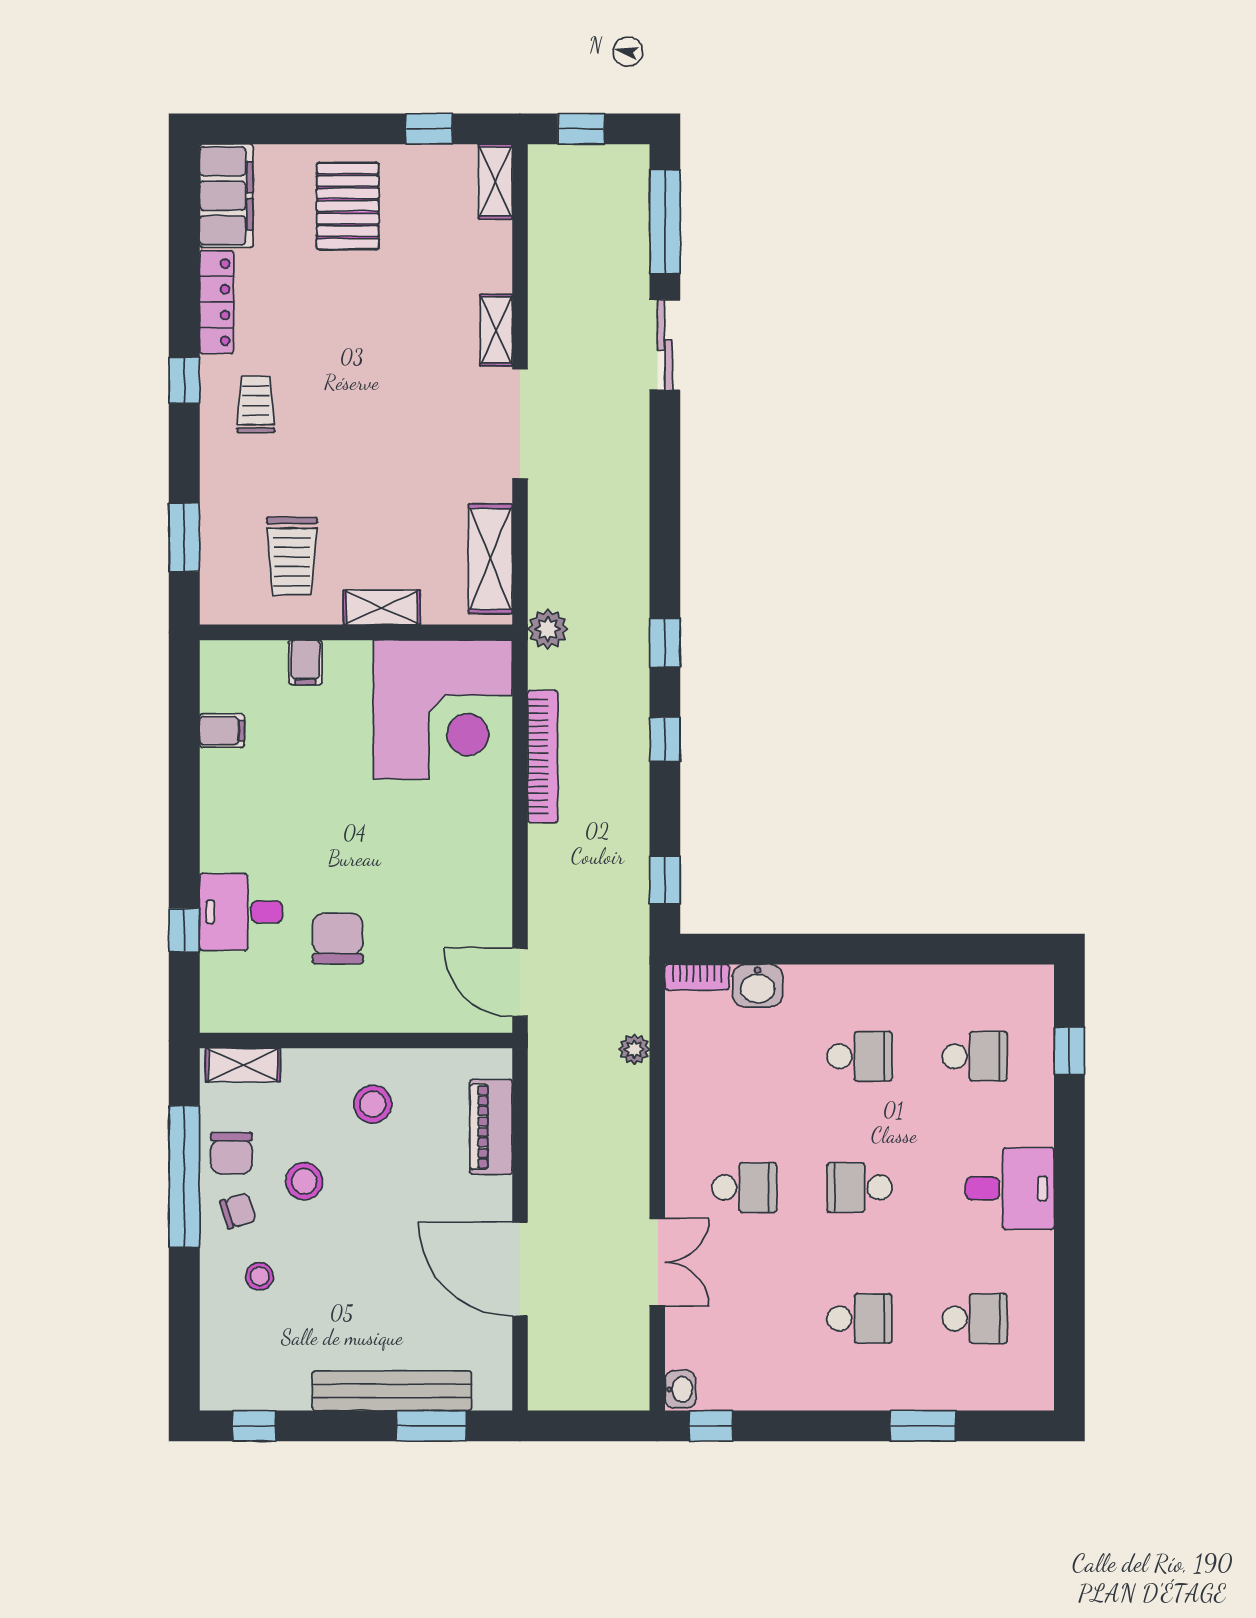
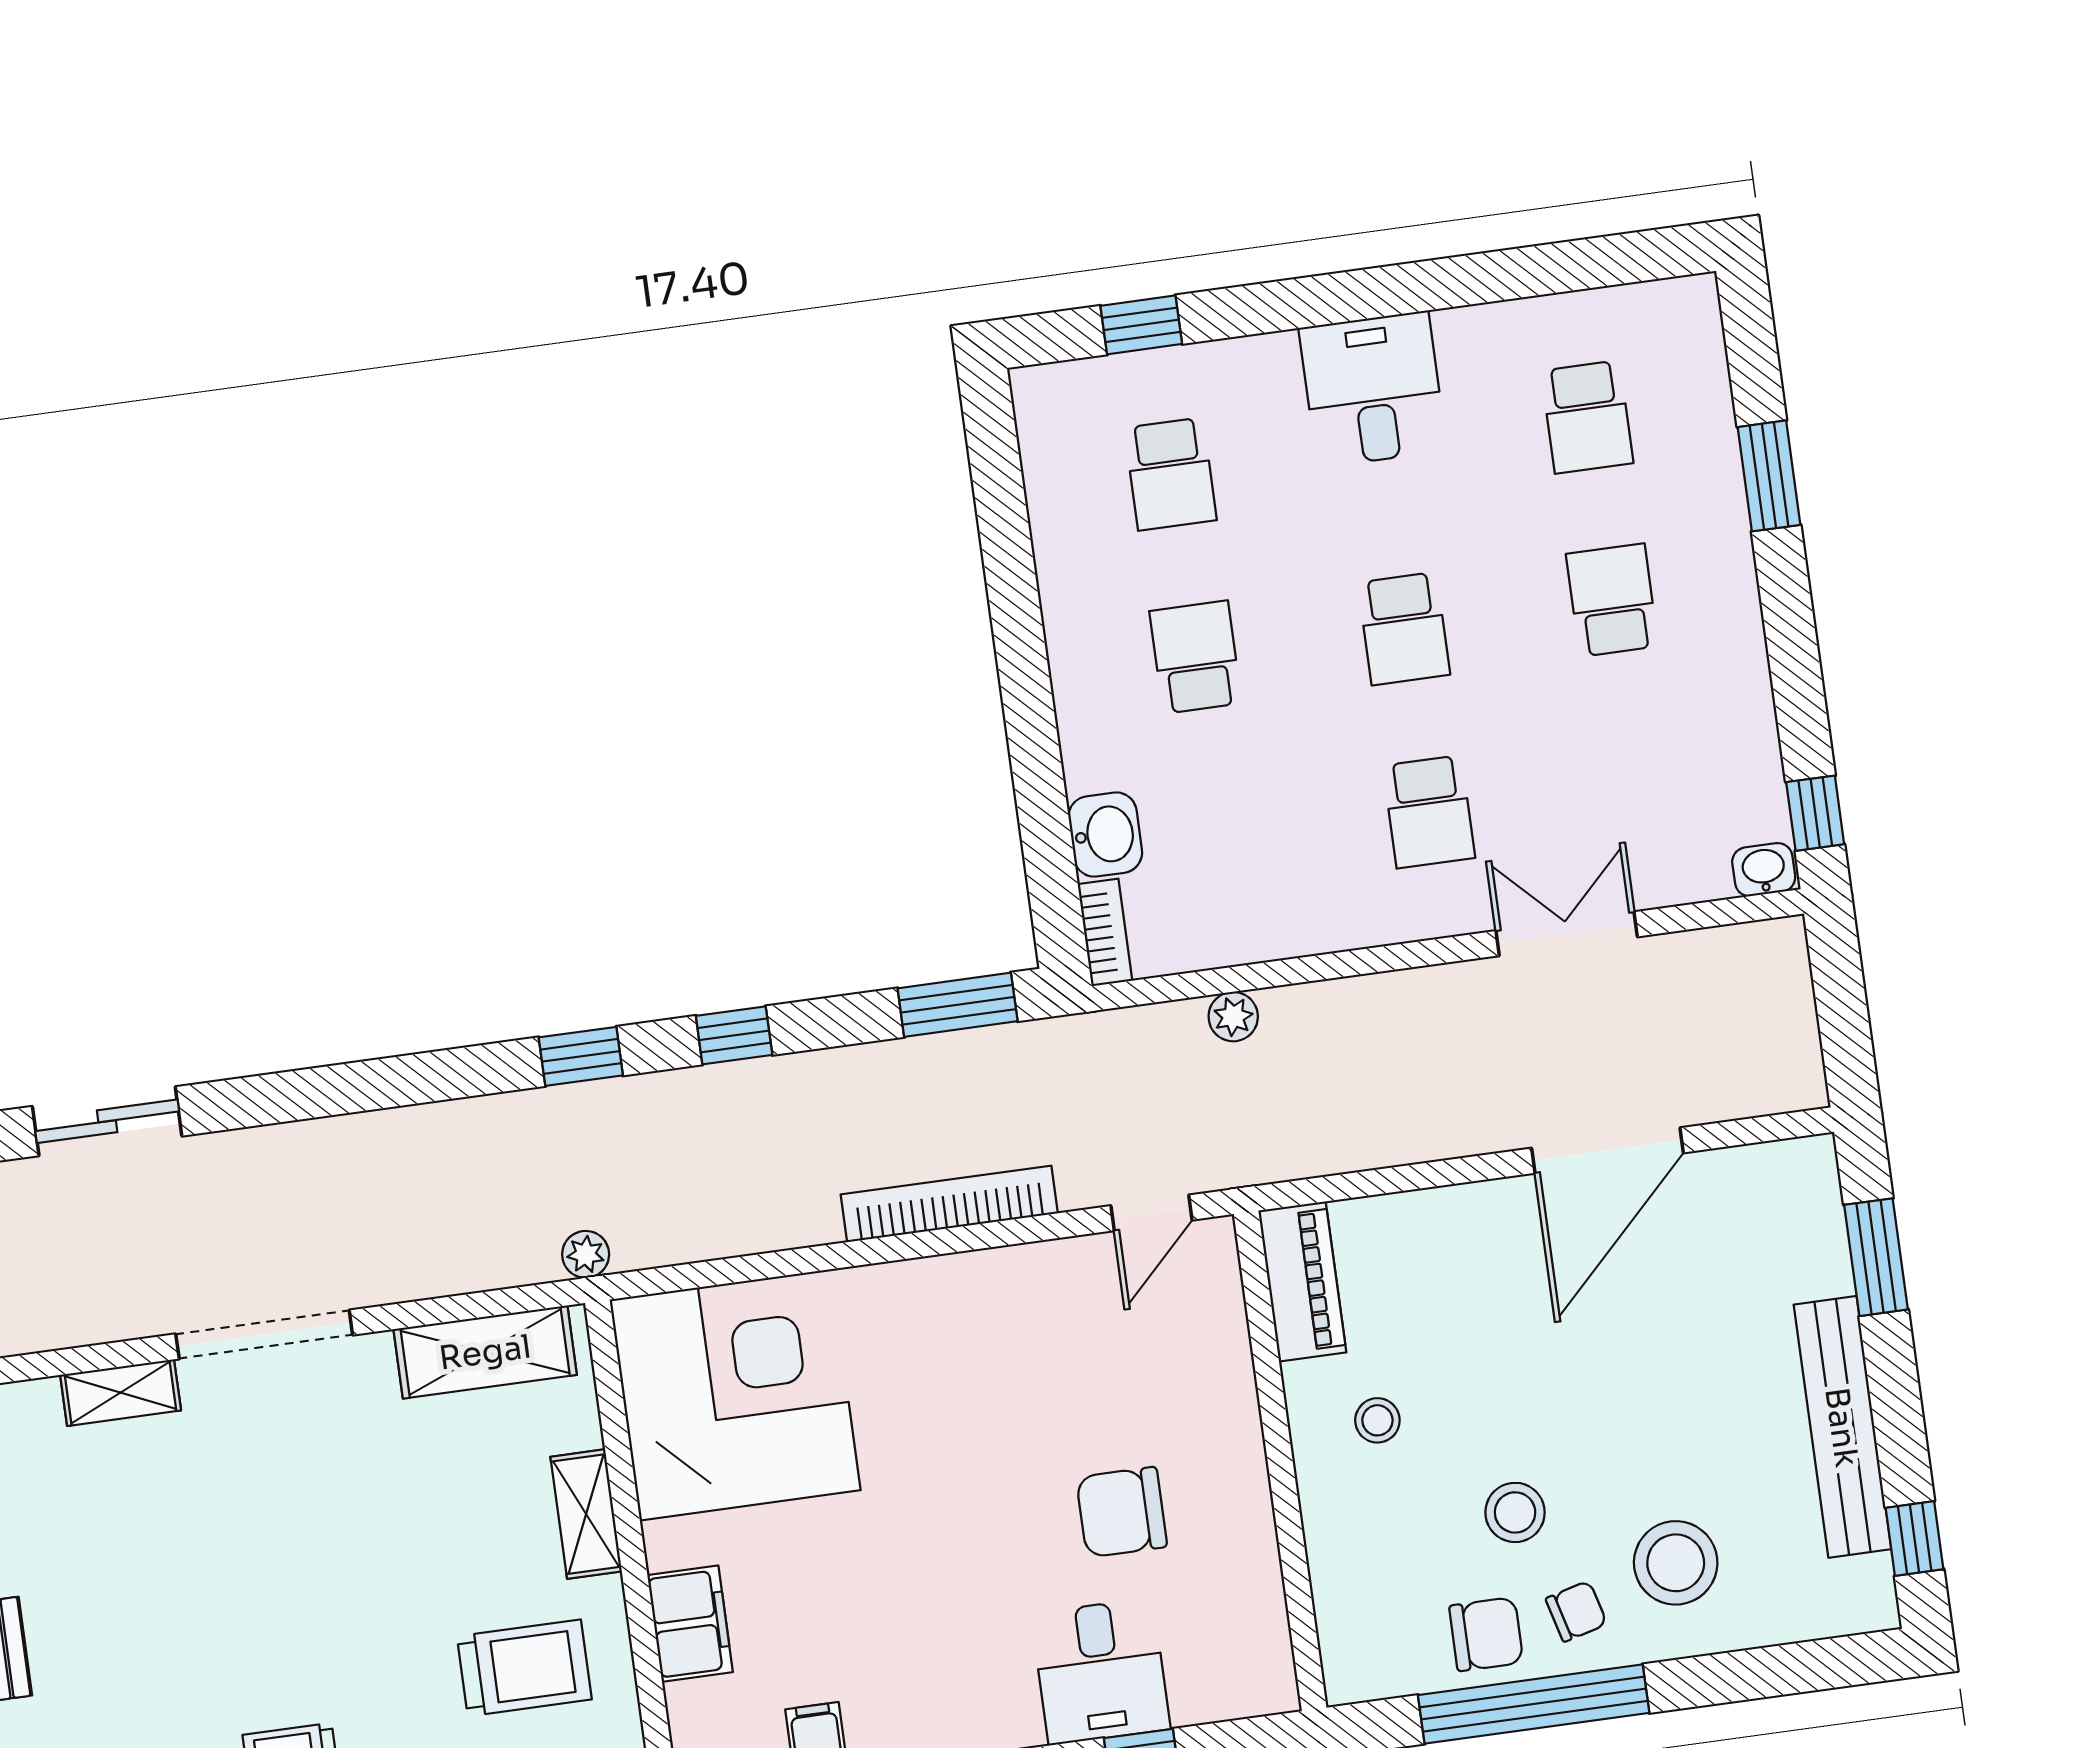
plant: (548, 629) -> (586, 1254), width x0.73, depth x0.73
filing cabinet: (305, 662) -> (690, 1624), width x2.00
bookcase: (543, 757) -> (949, 1204), moved
window: (665, 880) -> (958, 1005), width x1.50
door: (520, 982) -> (1152, 1213), width x0.73
school desk: (975, 1056) -> (1170, 474), turned 180
shelving: (243, 1065) -> (1343, 1635), removed
stool: (373, 1104) -> (1377, 1420), width x0.73, depth x0.73
piano: (491, 1127) -> (1302, 1282), moved, turned -90
school desk: (744, 1187) -> (1429, 812), turned 180
chair: (238, 1211) -> (1576, 1611), turned 92
stool: (259, 1276) -> (1676, 1563), width x1.89, depth x1.89
school desk: (975, 1319) -> (1587, 417), turned 180
bench: (392, 1391) -> (1842, 1427), moved

